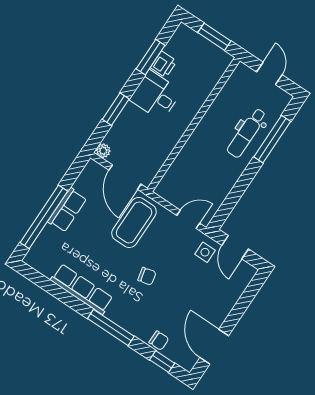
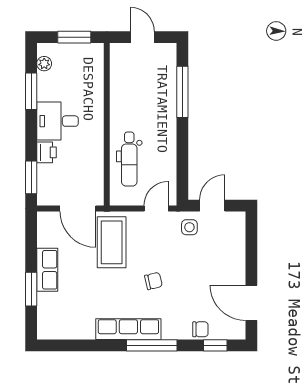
printer: (164, 64) -> (47, 152), moved
window: (116, 109) -> (31, 177), moved
dental chair: (247, 133) -> (129, 159), moved
plant: (103, 151) -> (44, 64), moved
window: (44, 217) -> (31, 289), width x0.47
door: (235, 247) -> (212, 206), swing flipped
row of seats: (82, 289) -> (128, 329), moved

